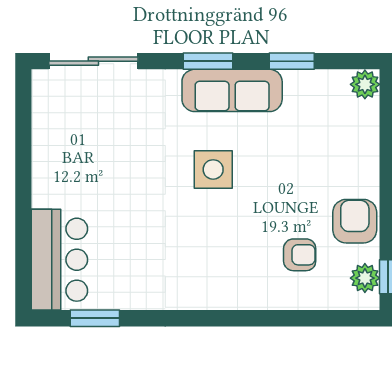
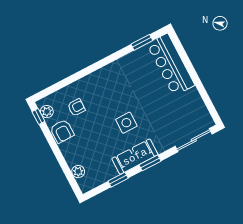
plant: (365, 84) -> (78, 172), moved
armchair: (300, 255) -> (76, 107), turned 180
bar counter: (59, 260) -> (171, 65), width x1.36

